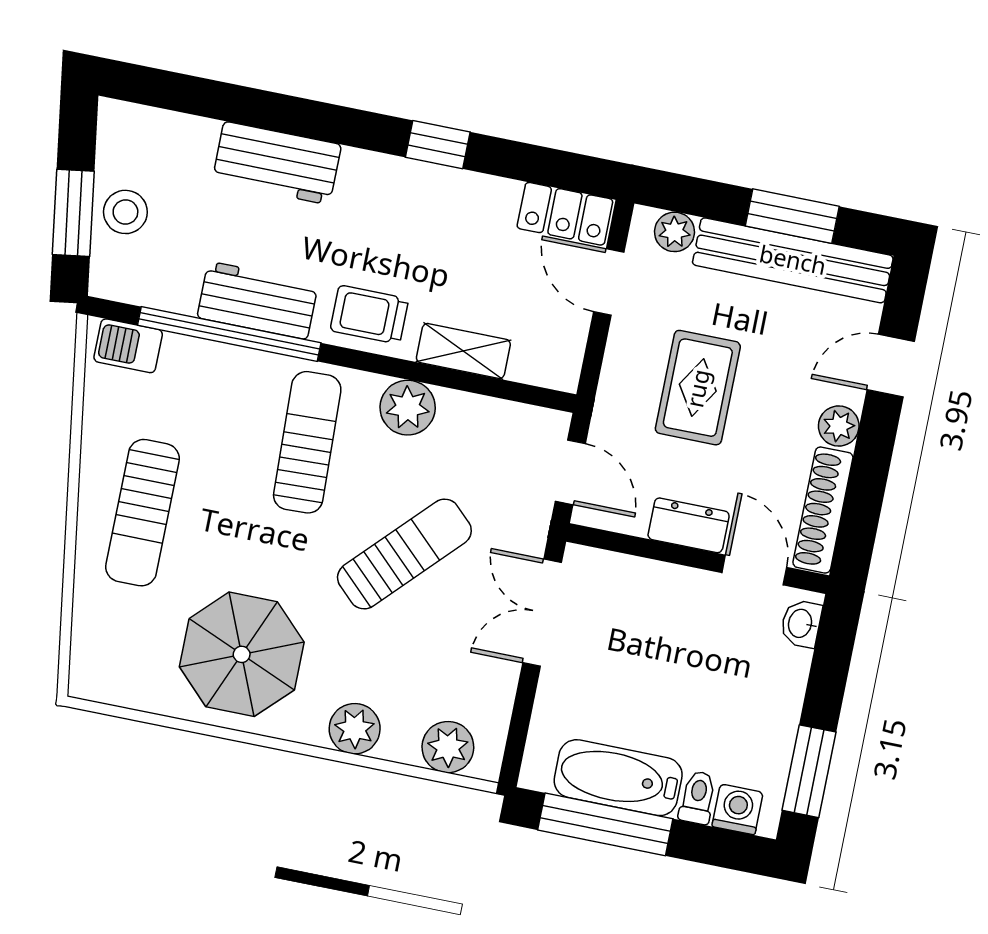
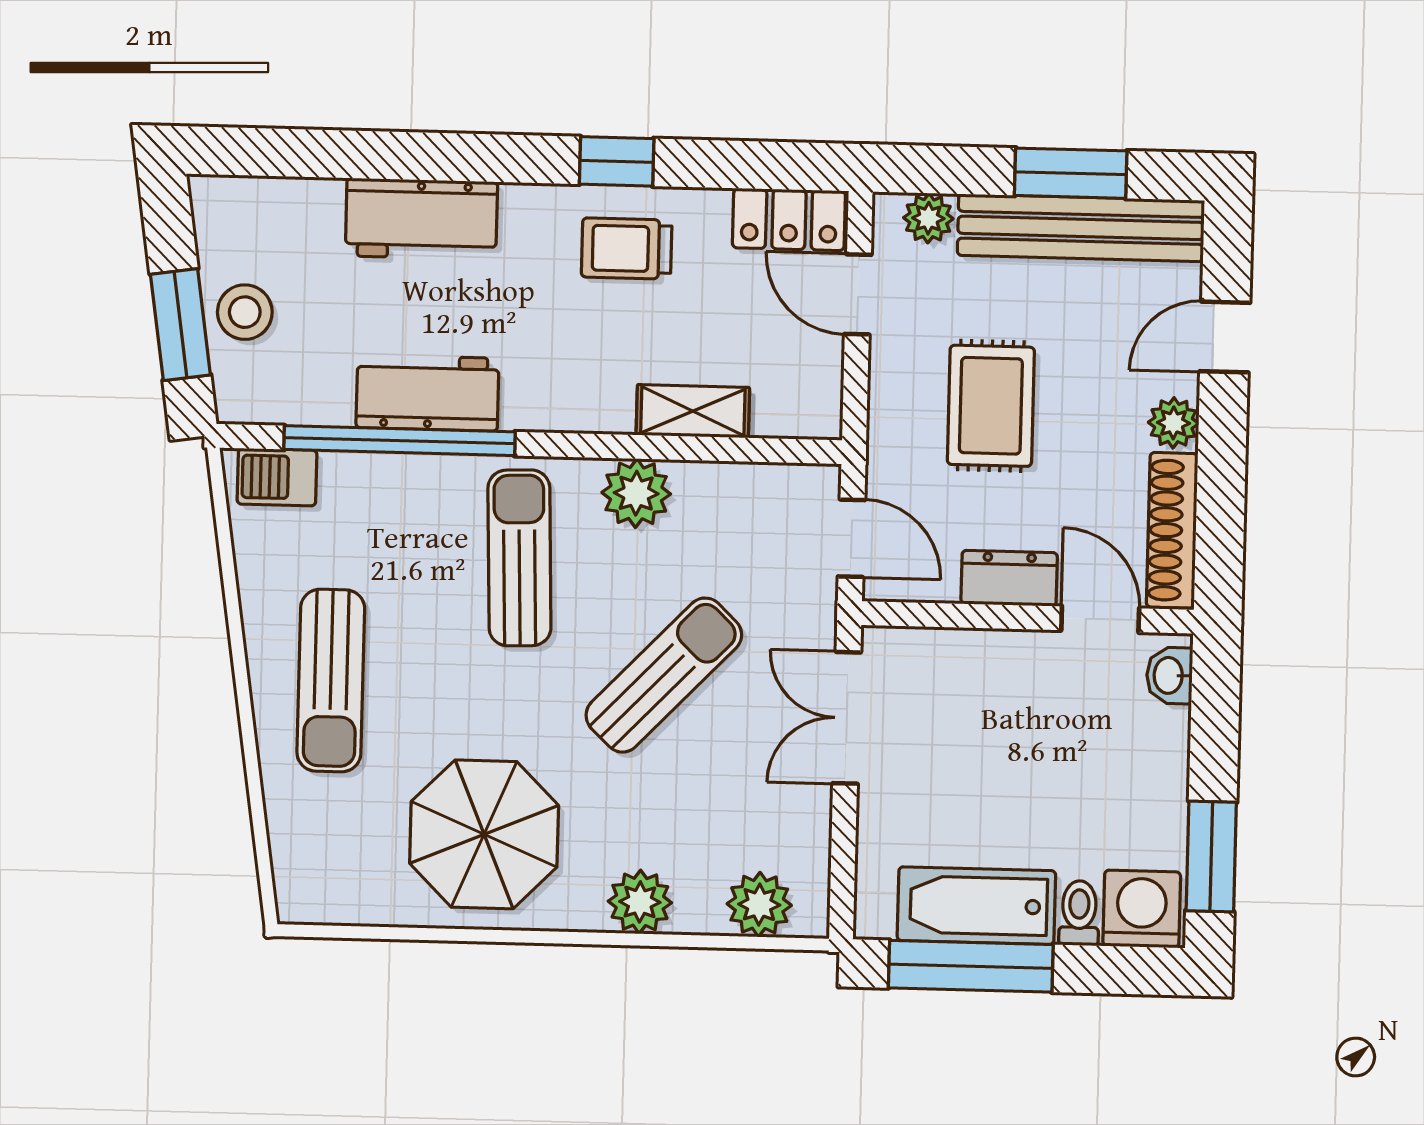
trolley: (369, 315) -> (627, 249), moved
washing machine: (738, 809) -> (1142, 909), width x1.38, depth x1.38

